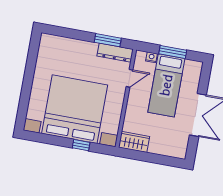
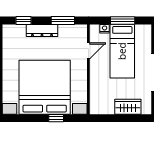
window: (65, 32) -> (24, 20), added
dresser: (115, 53) -> (42, 30), moved
wardrobe: (134, 142) -> (128, 107), moved

